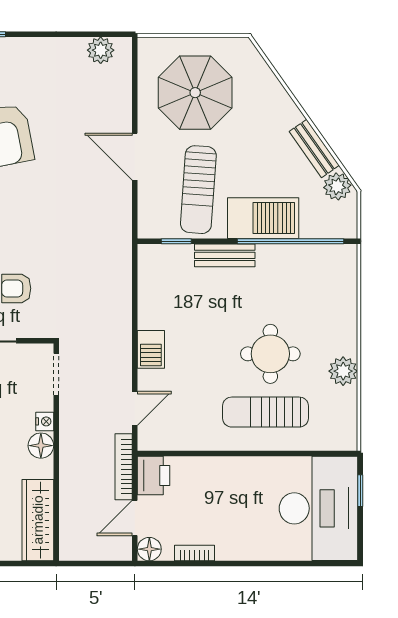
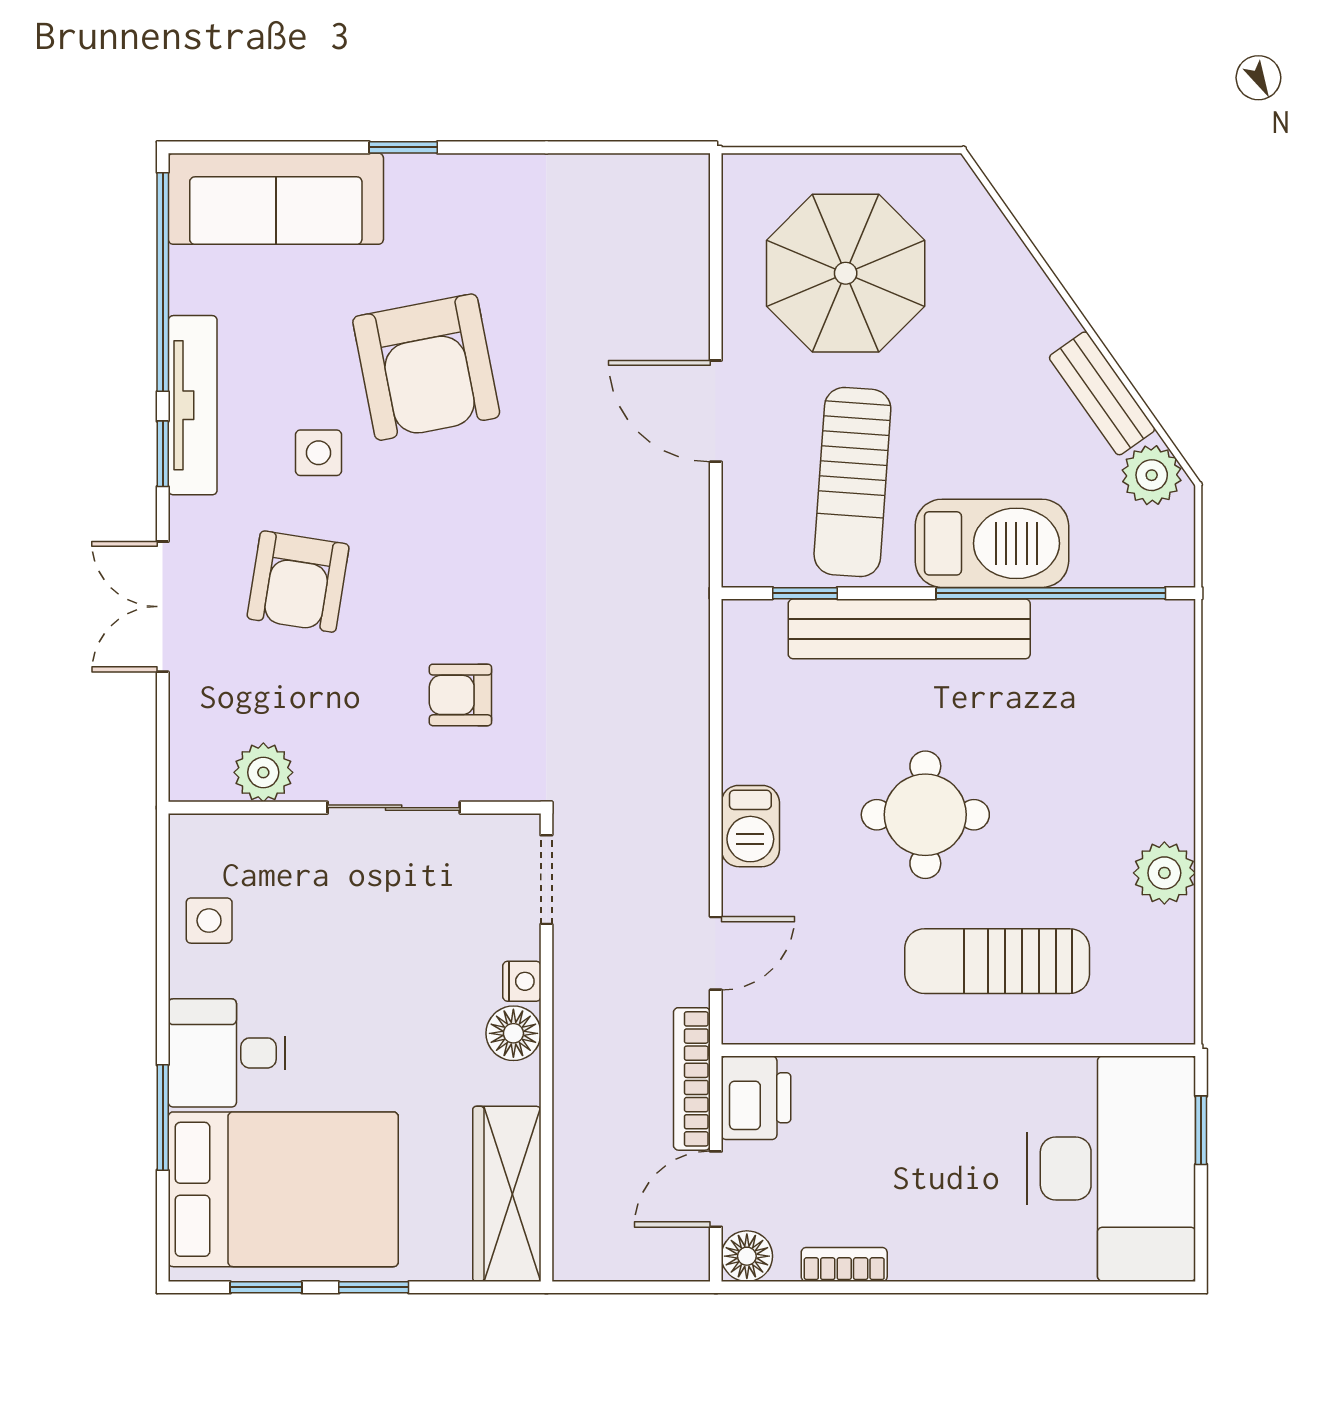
plant: (101, 50) -> (642, 182), removed
bench: (225, 255) -> (909, 629), width x1.86, depth x1.21
round table: (270, 354) -> (925, 815), moved

